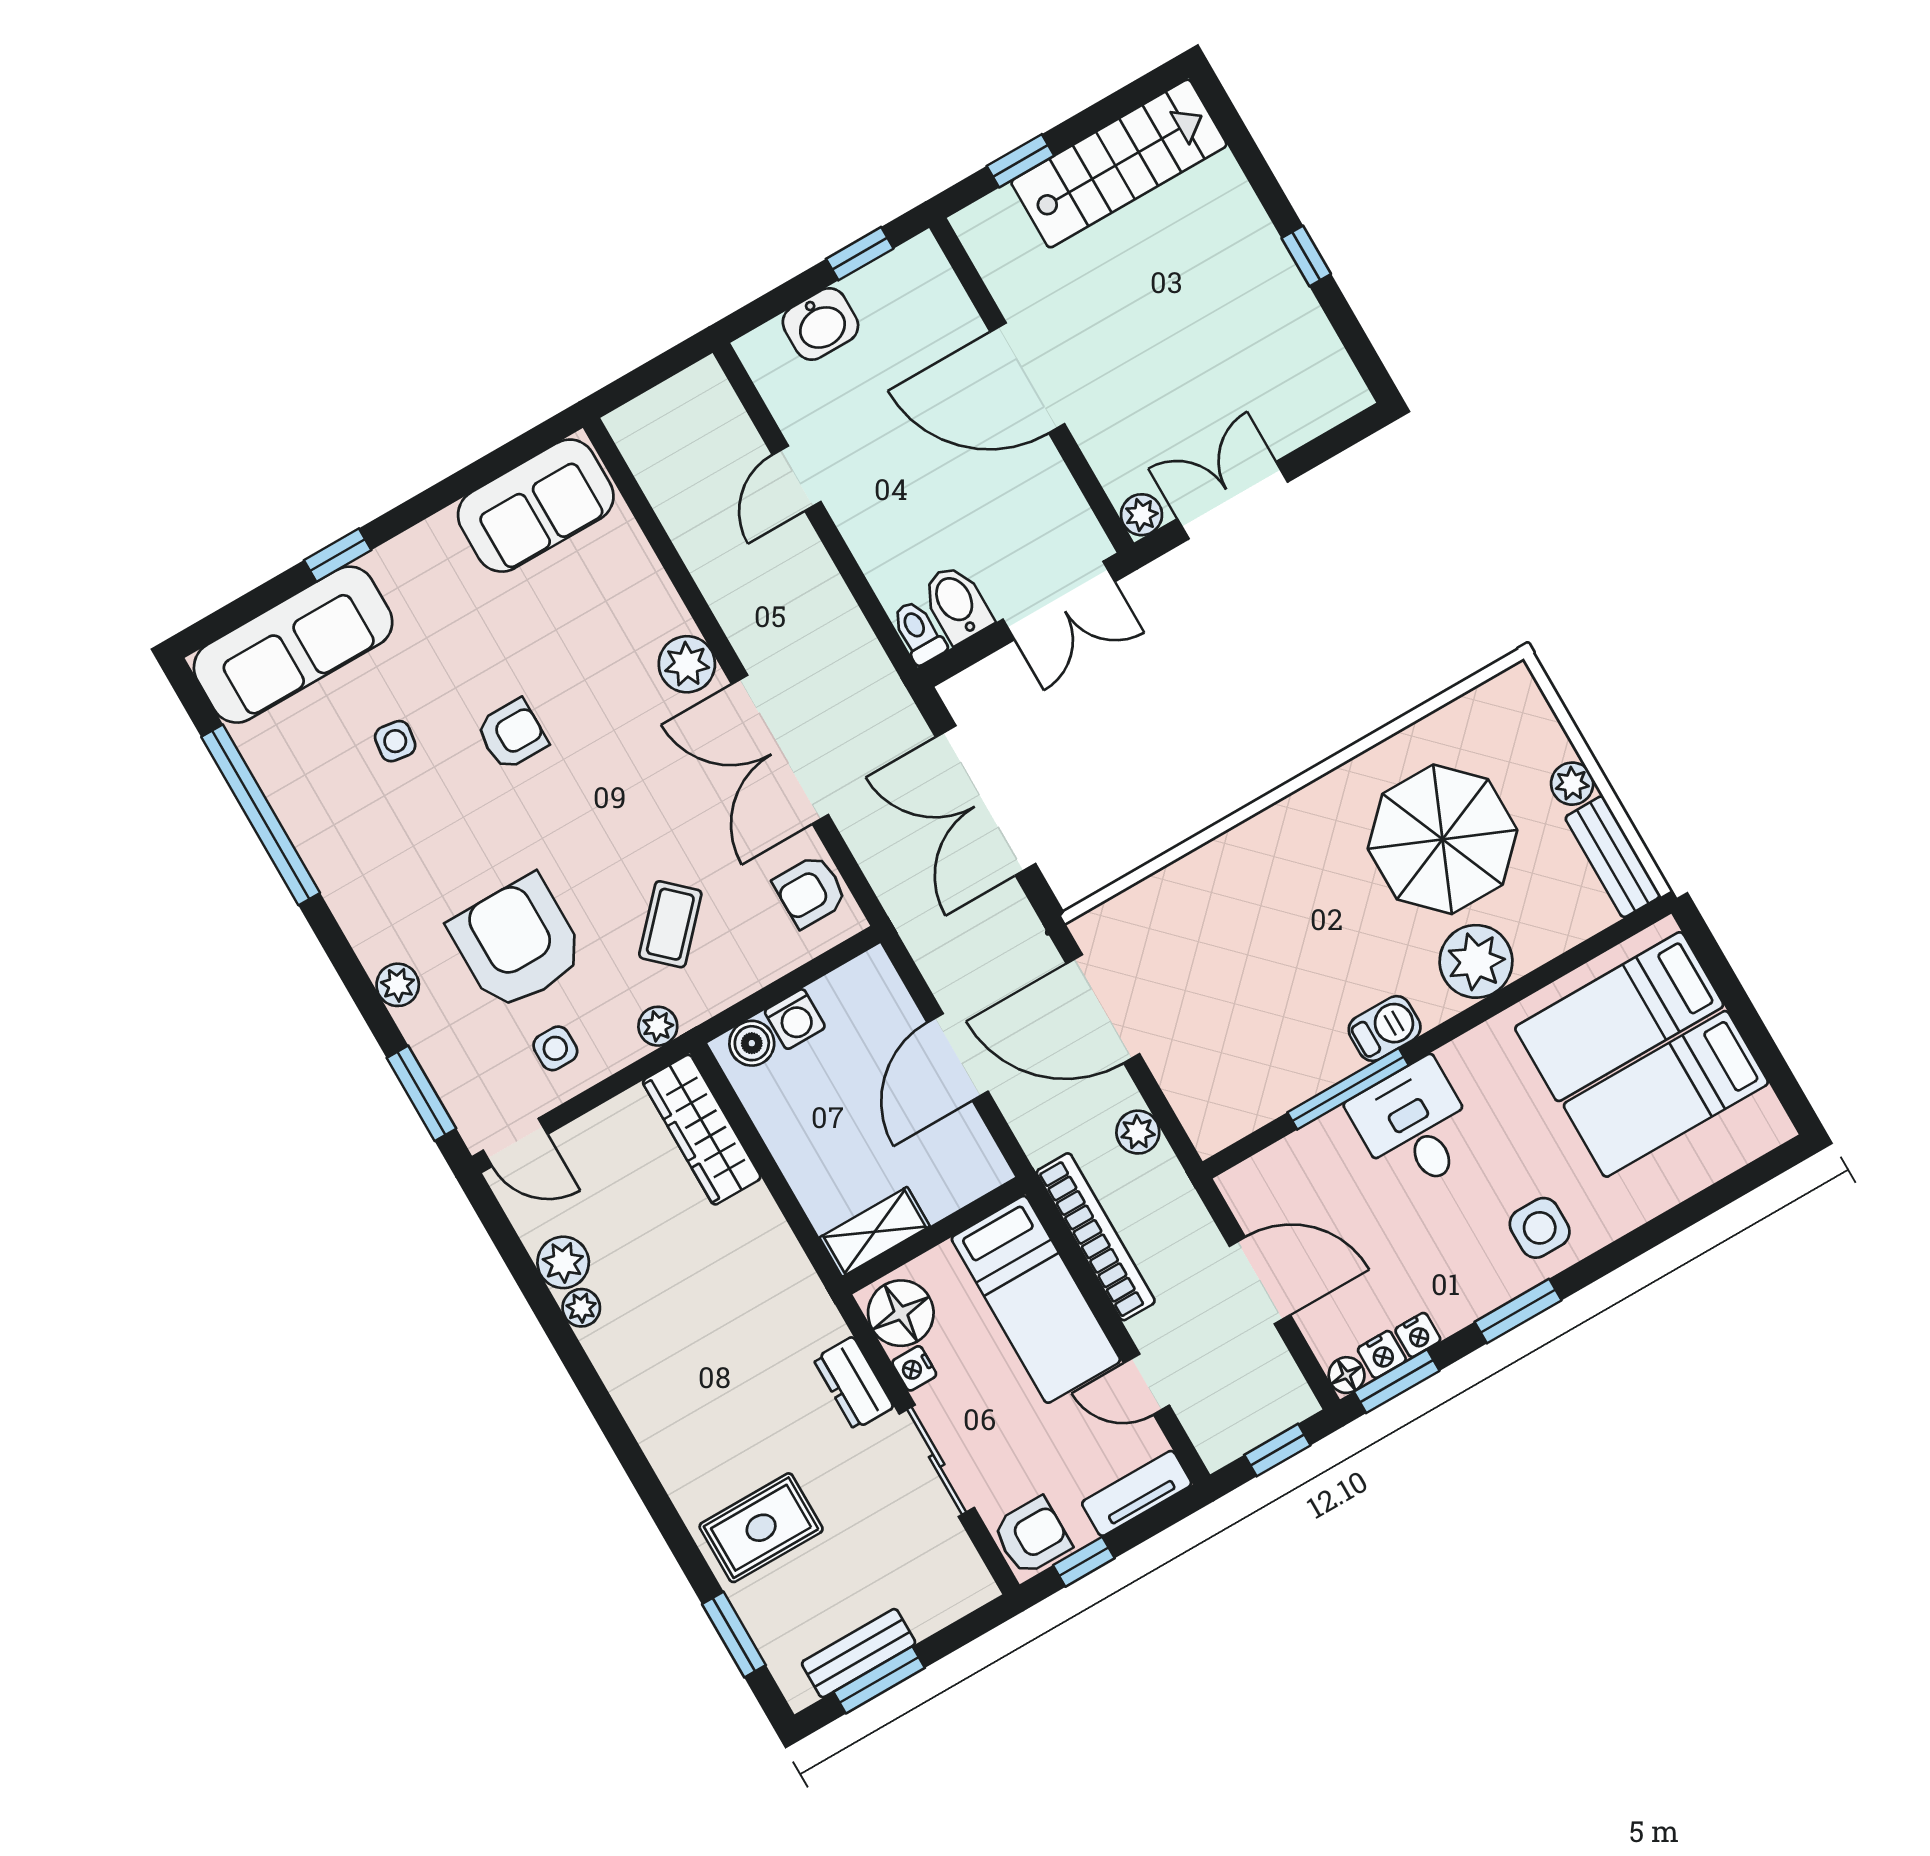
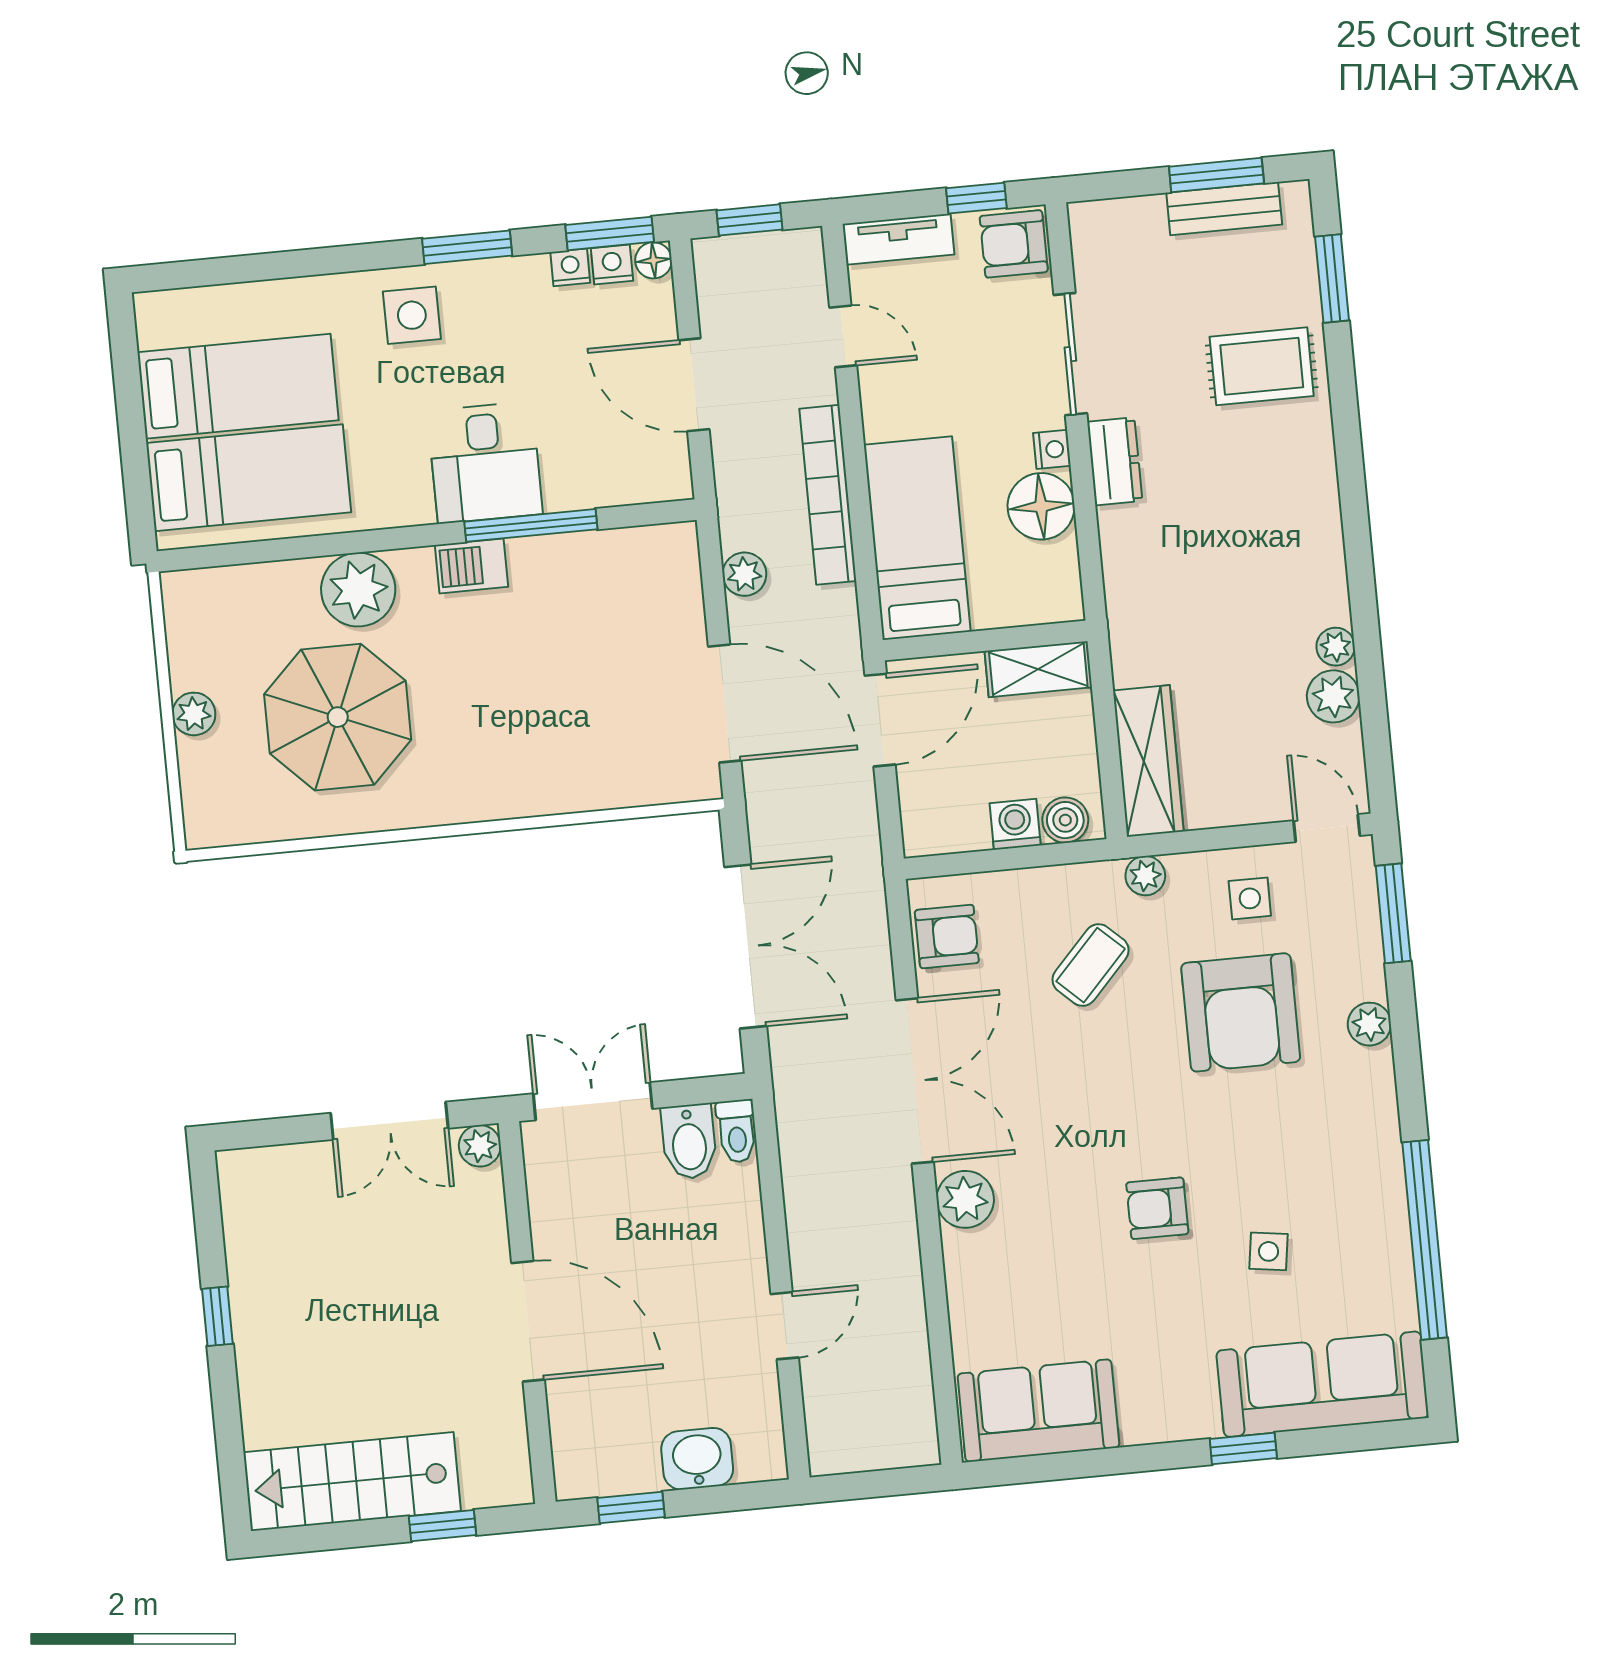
bench: (1613, 857) -> (187, 629), removed
shelving: (875, 1232) -> (1038, 669), moved
wall: (934, 1236) -> (985, 641), moved
bed: (1036, 1299) -> (917, 538), moved

